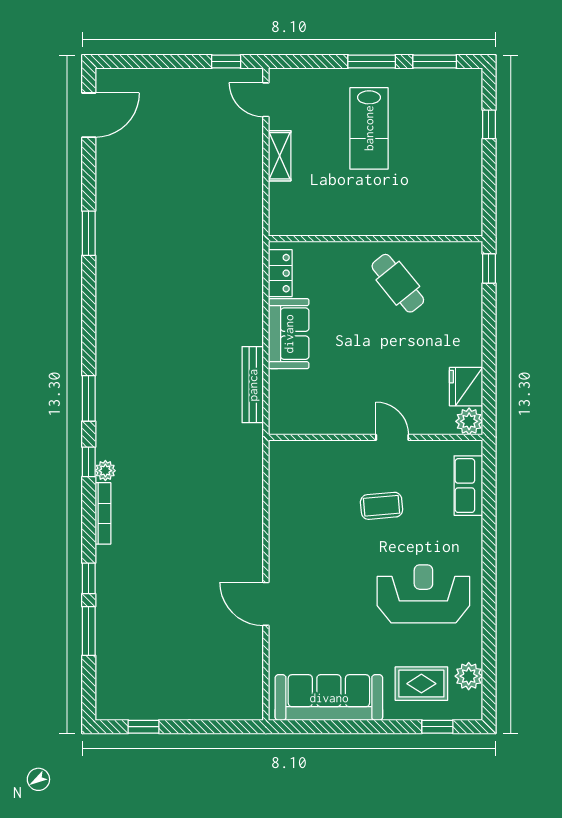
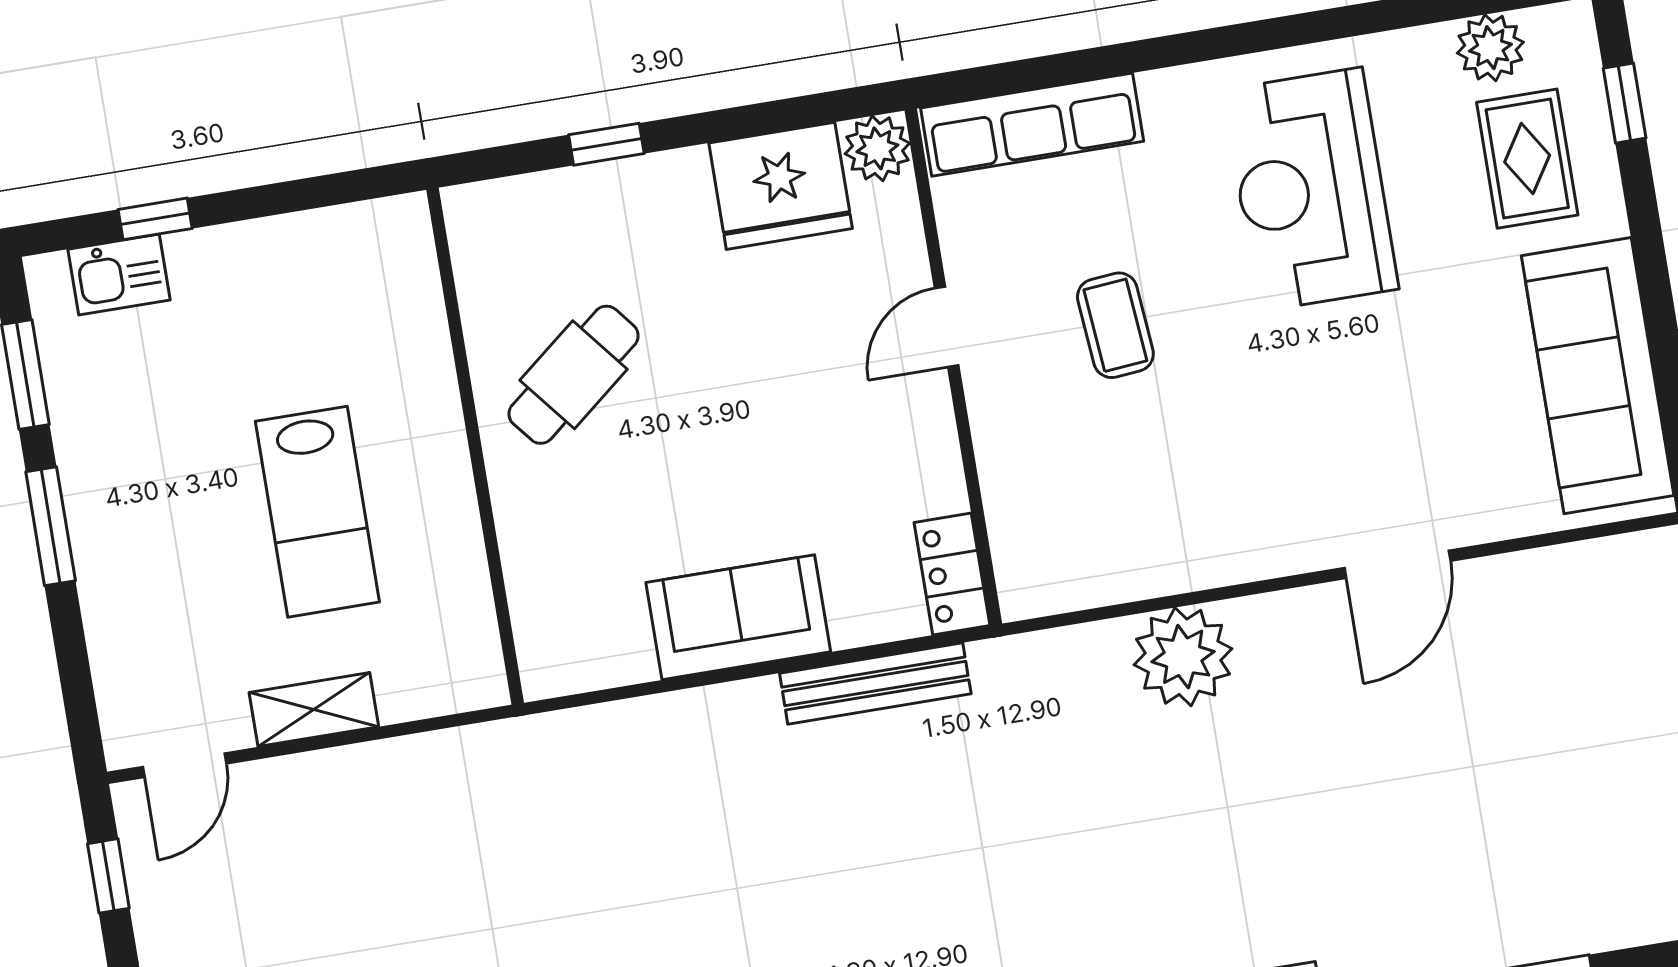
kitchen sink: (469, 106) -> (119, 275), added
lab bench: (369, 128) -> (317, 512), moved, turned 90
window: (489, 269) -> (606, 144), moved
locker: (280, 273) -> (952, 574), moved, turned -90
fridge: (466, 387) -> (781, 186), width x1.36, depth x1.34
row of seats: (468, 486) -> (1032, 125), width x1.48
plant: (243, 511) -> (1183, 657), added

